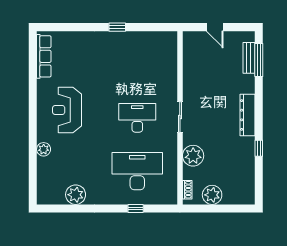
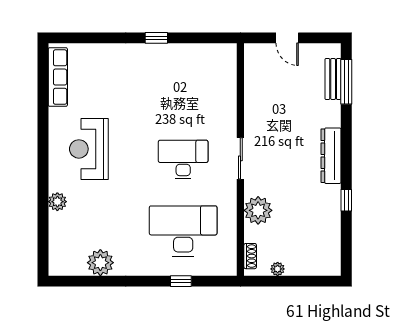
plant: (212, 195) -> (278, 269), width x0.53, depth x0.53

